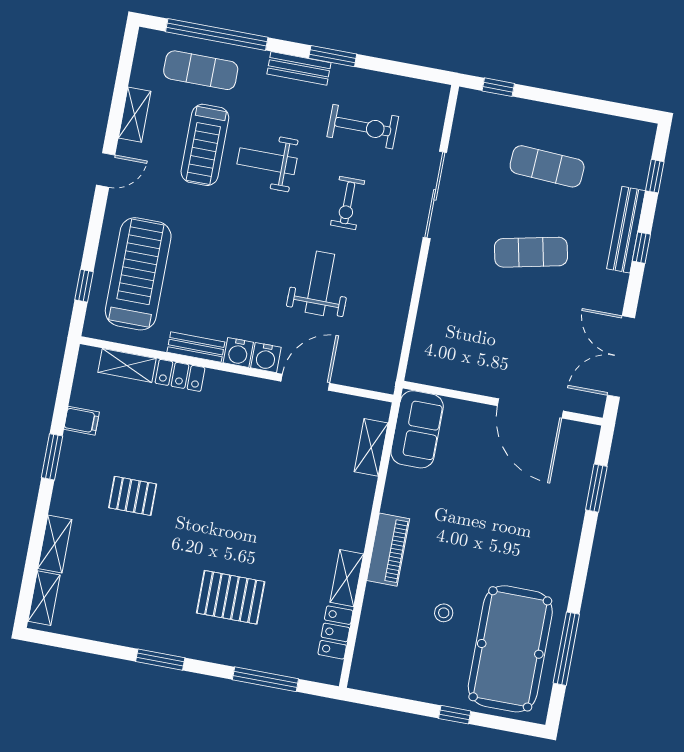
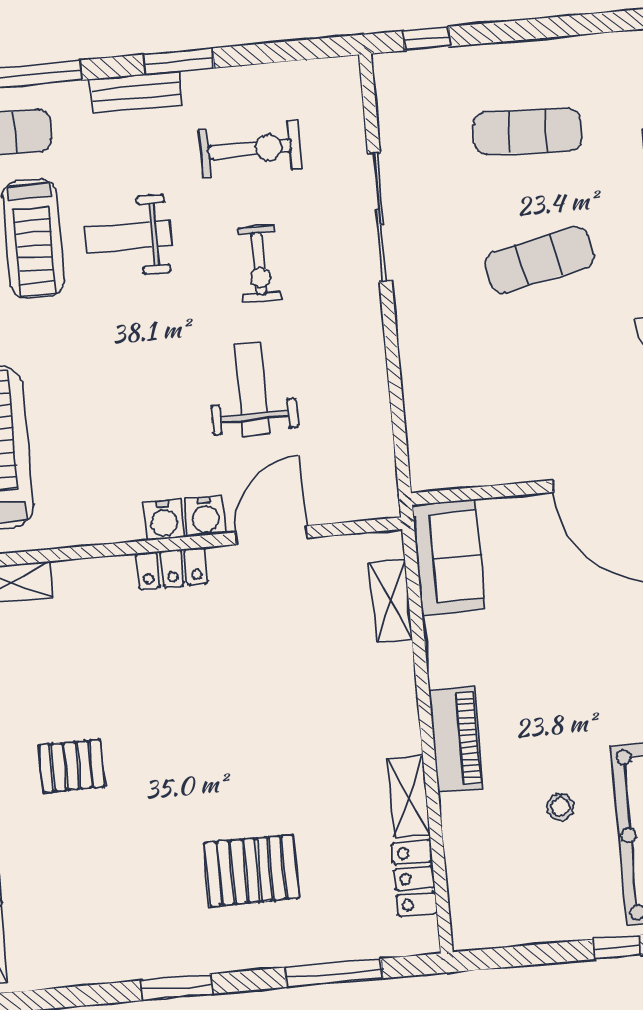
bench: (196, 347) -> (102, 529), removed
locker: (180, 375) -> (172, 568), moved

